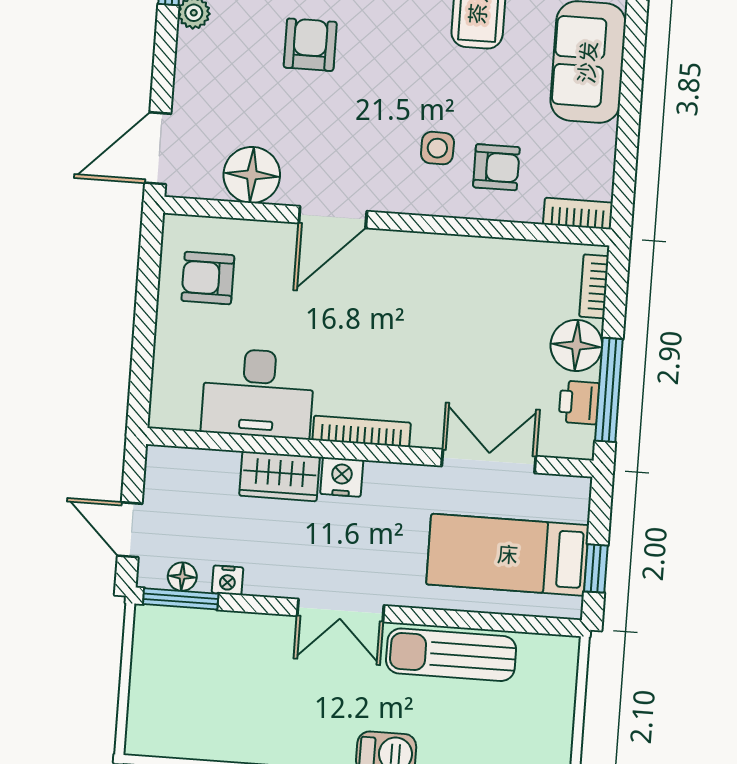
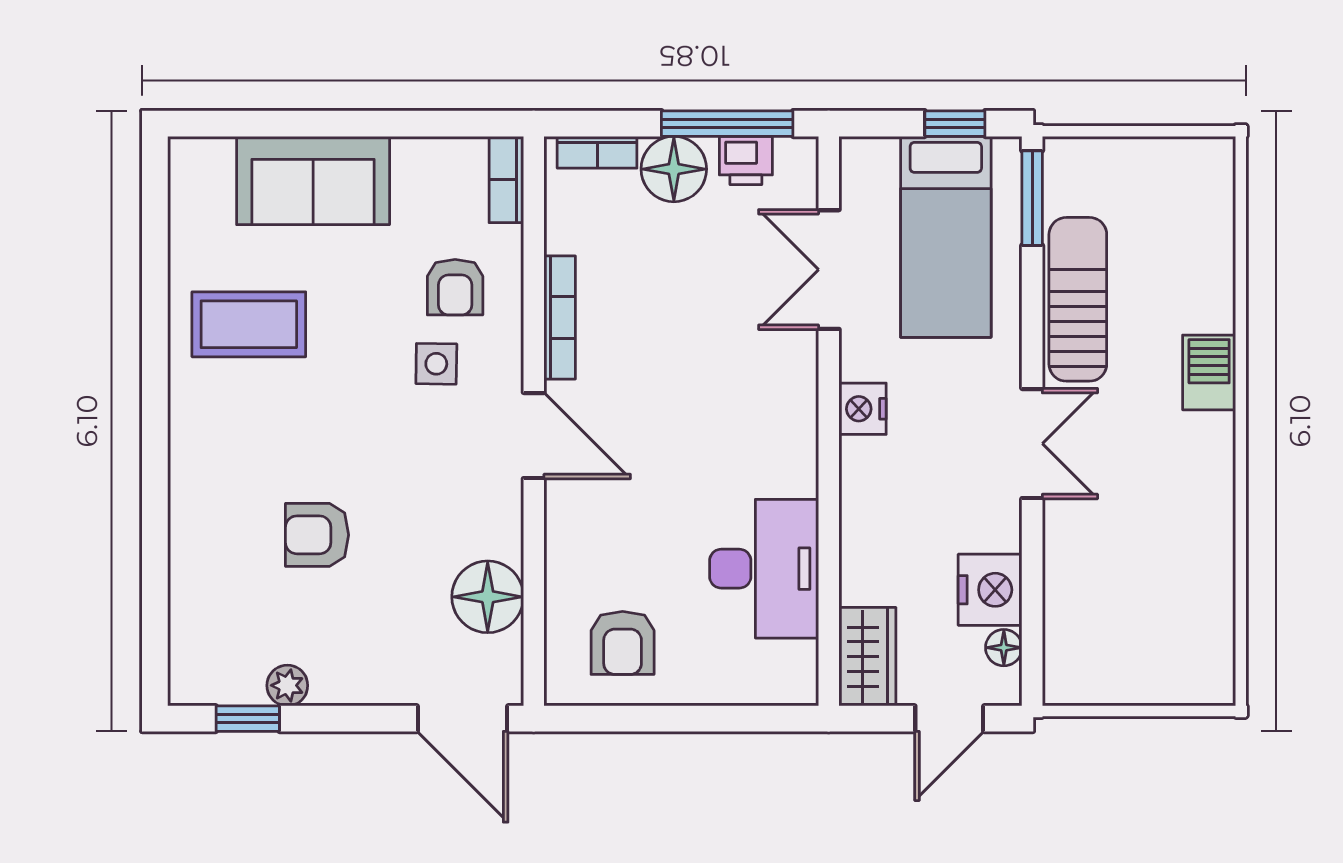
armchair: (496, 167) -> (455, 287), turned 180
door: (333, 217) -> (534, 436), moved
bookcase: (362, 431) -> (560, 317), moved, turned 180
wardrobe: (280, 476) -> (867, 657), moved
nightstand: (342, 477) -> (863, 409), moved
nightstand: (228, 580) -> (990, 590), width x1.89, depth x1.79
window: (181, 599) -> (1032, 198), moved
sun lounger: (451, 655) -> (1078, 299), turned 180

